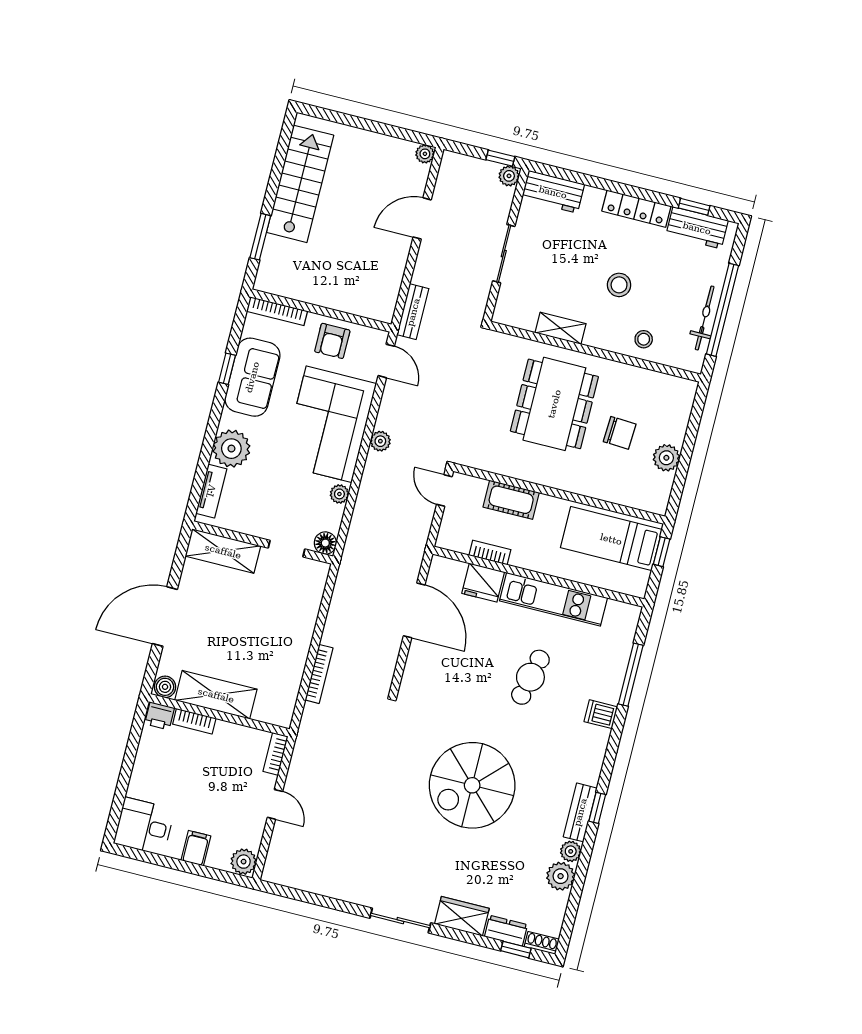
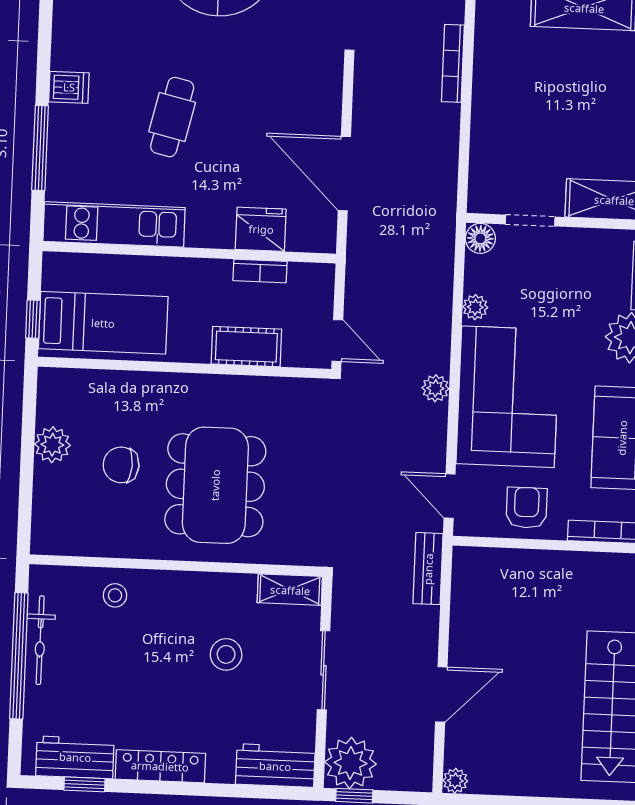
plant: (509, 176) -> (350, 763), width x1.87, depth x1.87
stool: (619, 285) -> (226, 654), moved
shelving: (560, 328) -> (290, 590), moved
kitchen unit: (553, 599) -> (114, 224), moved

